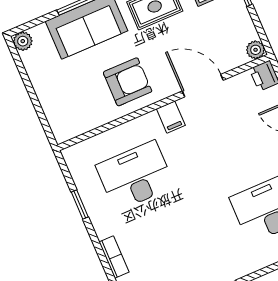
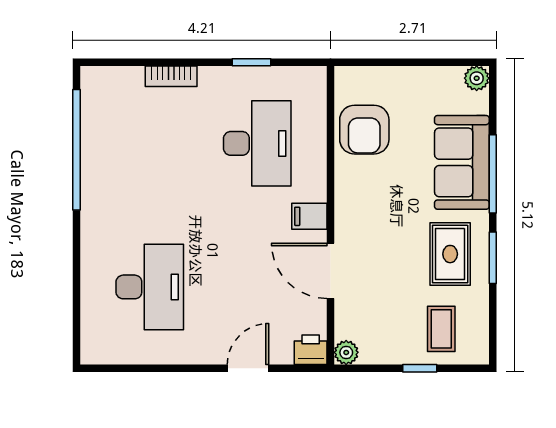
armchair: (128, 82) -> (364, 130), moved
door: (203, 86) -> (331, 271), swing flipped

